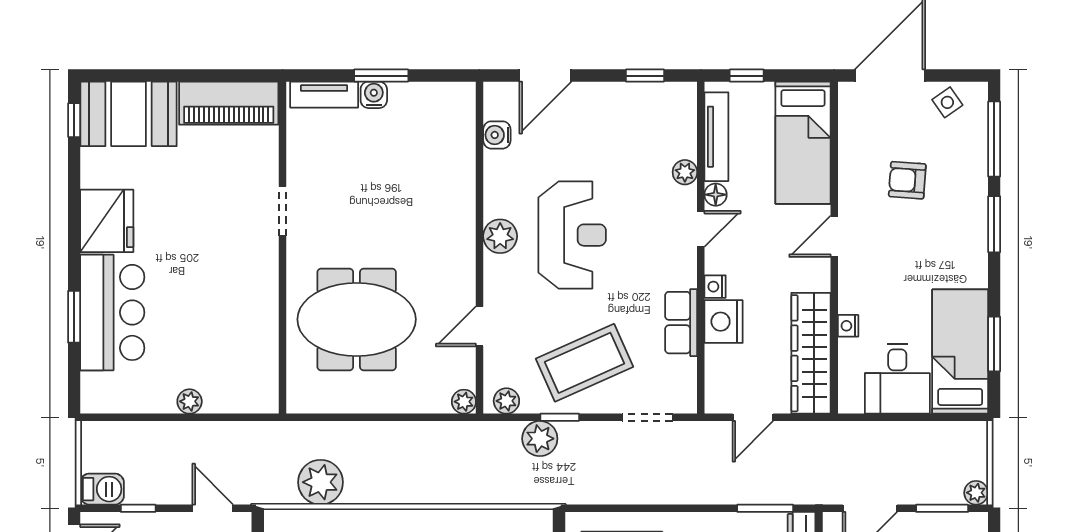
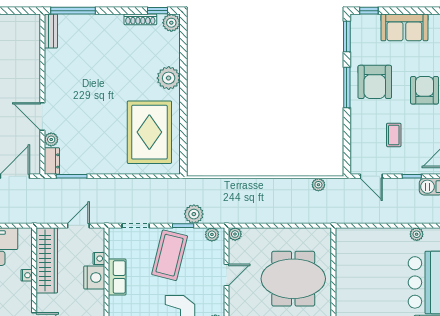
nightstand: (715, 287) -> (99, 259), moved
coffee table: (585, 363) -> (170, 255), turned -52
plant: (190, 401) -> (417, 234), moved
plant: (321, 482) -> (318, 185), width x0.53, depth x0.53

